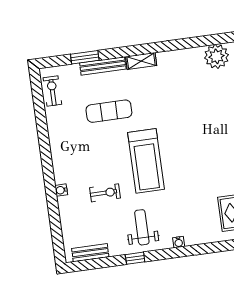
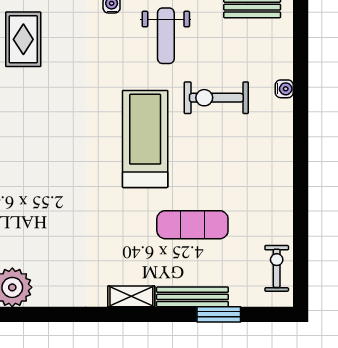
exercise bike: (52, 91) -> (277, 268), turned 180
water cooler: (61, 190) -> (284, 89), moved
exercise bike: (105, 193) -> (216, 98), width x1.38, depth x1.39

